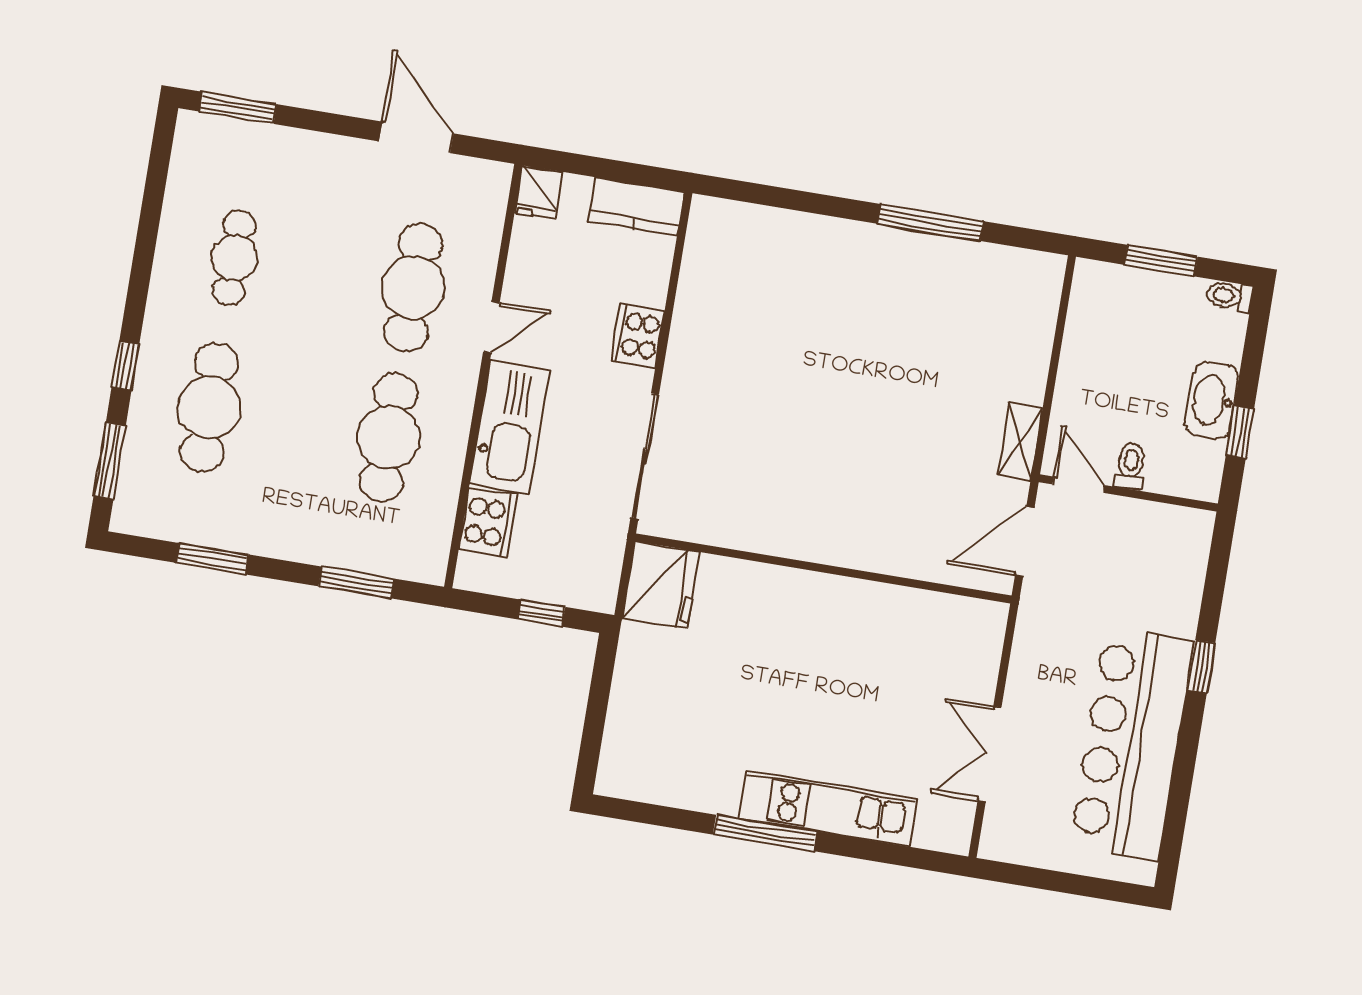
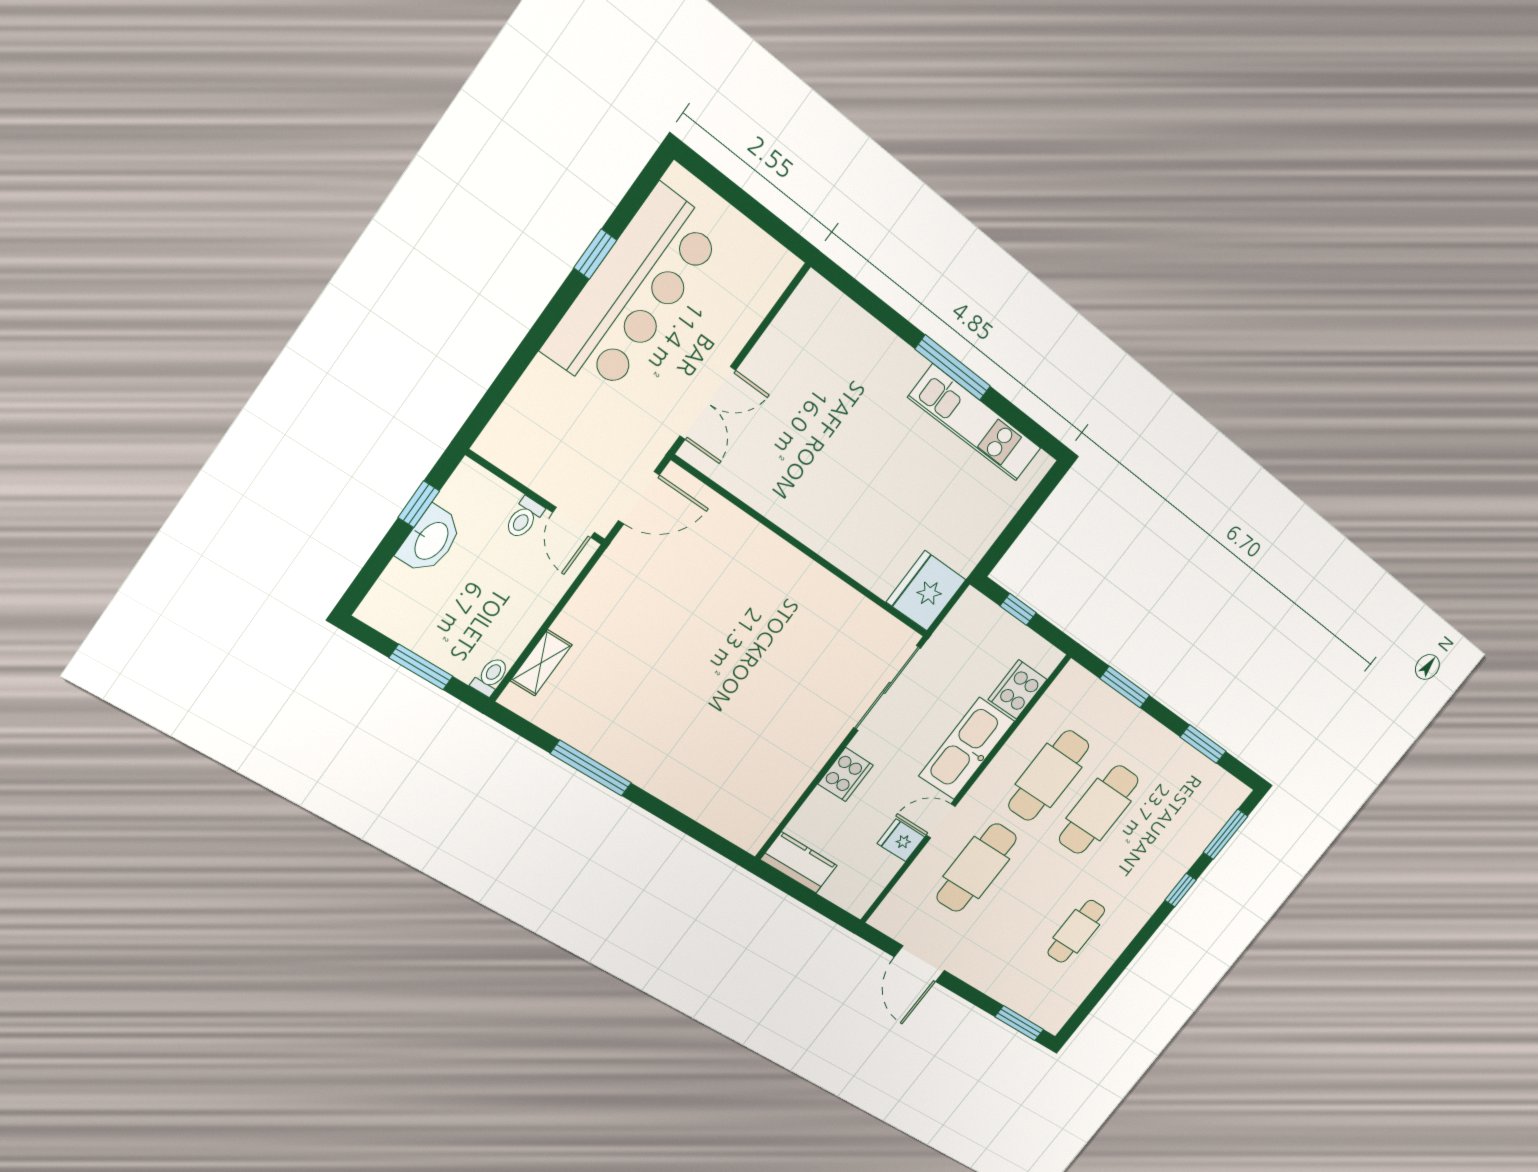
fridge: (538, 192) -> (901, 840), moved, turned -90
toilet: (1229, 296) -> (490, 676), moved, turned -90
cafe table: (209, 408) -> (1099, 810), moved
shelving: (1020, 441) -> (541, 663), moved
window: (1201, 667) -> (595, 254), moved
double door: (990, 754) -> (708, 403), moved
kitchen unit: (828, 809) -> (975, 423), moved

